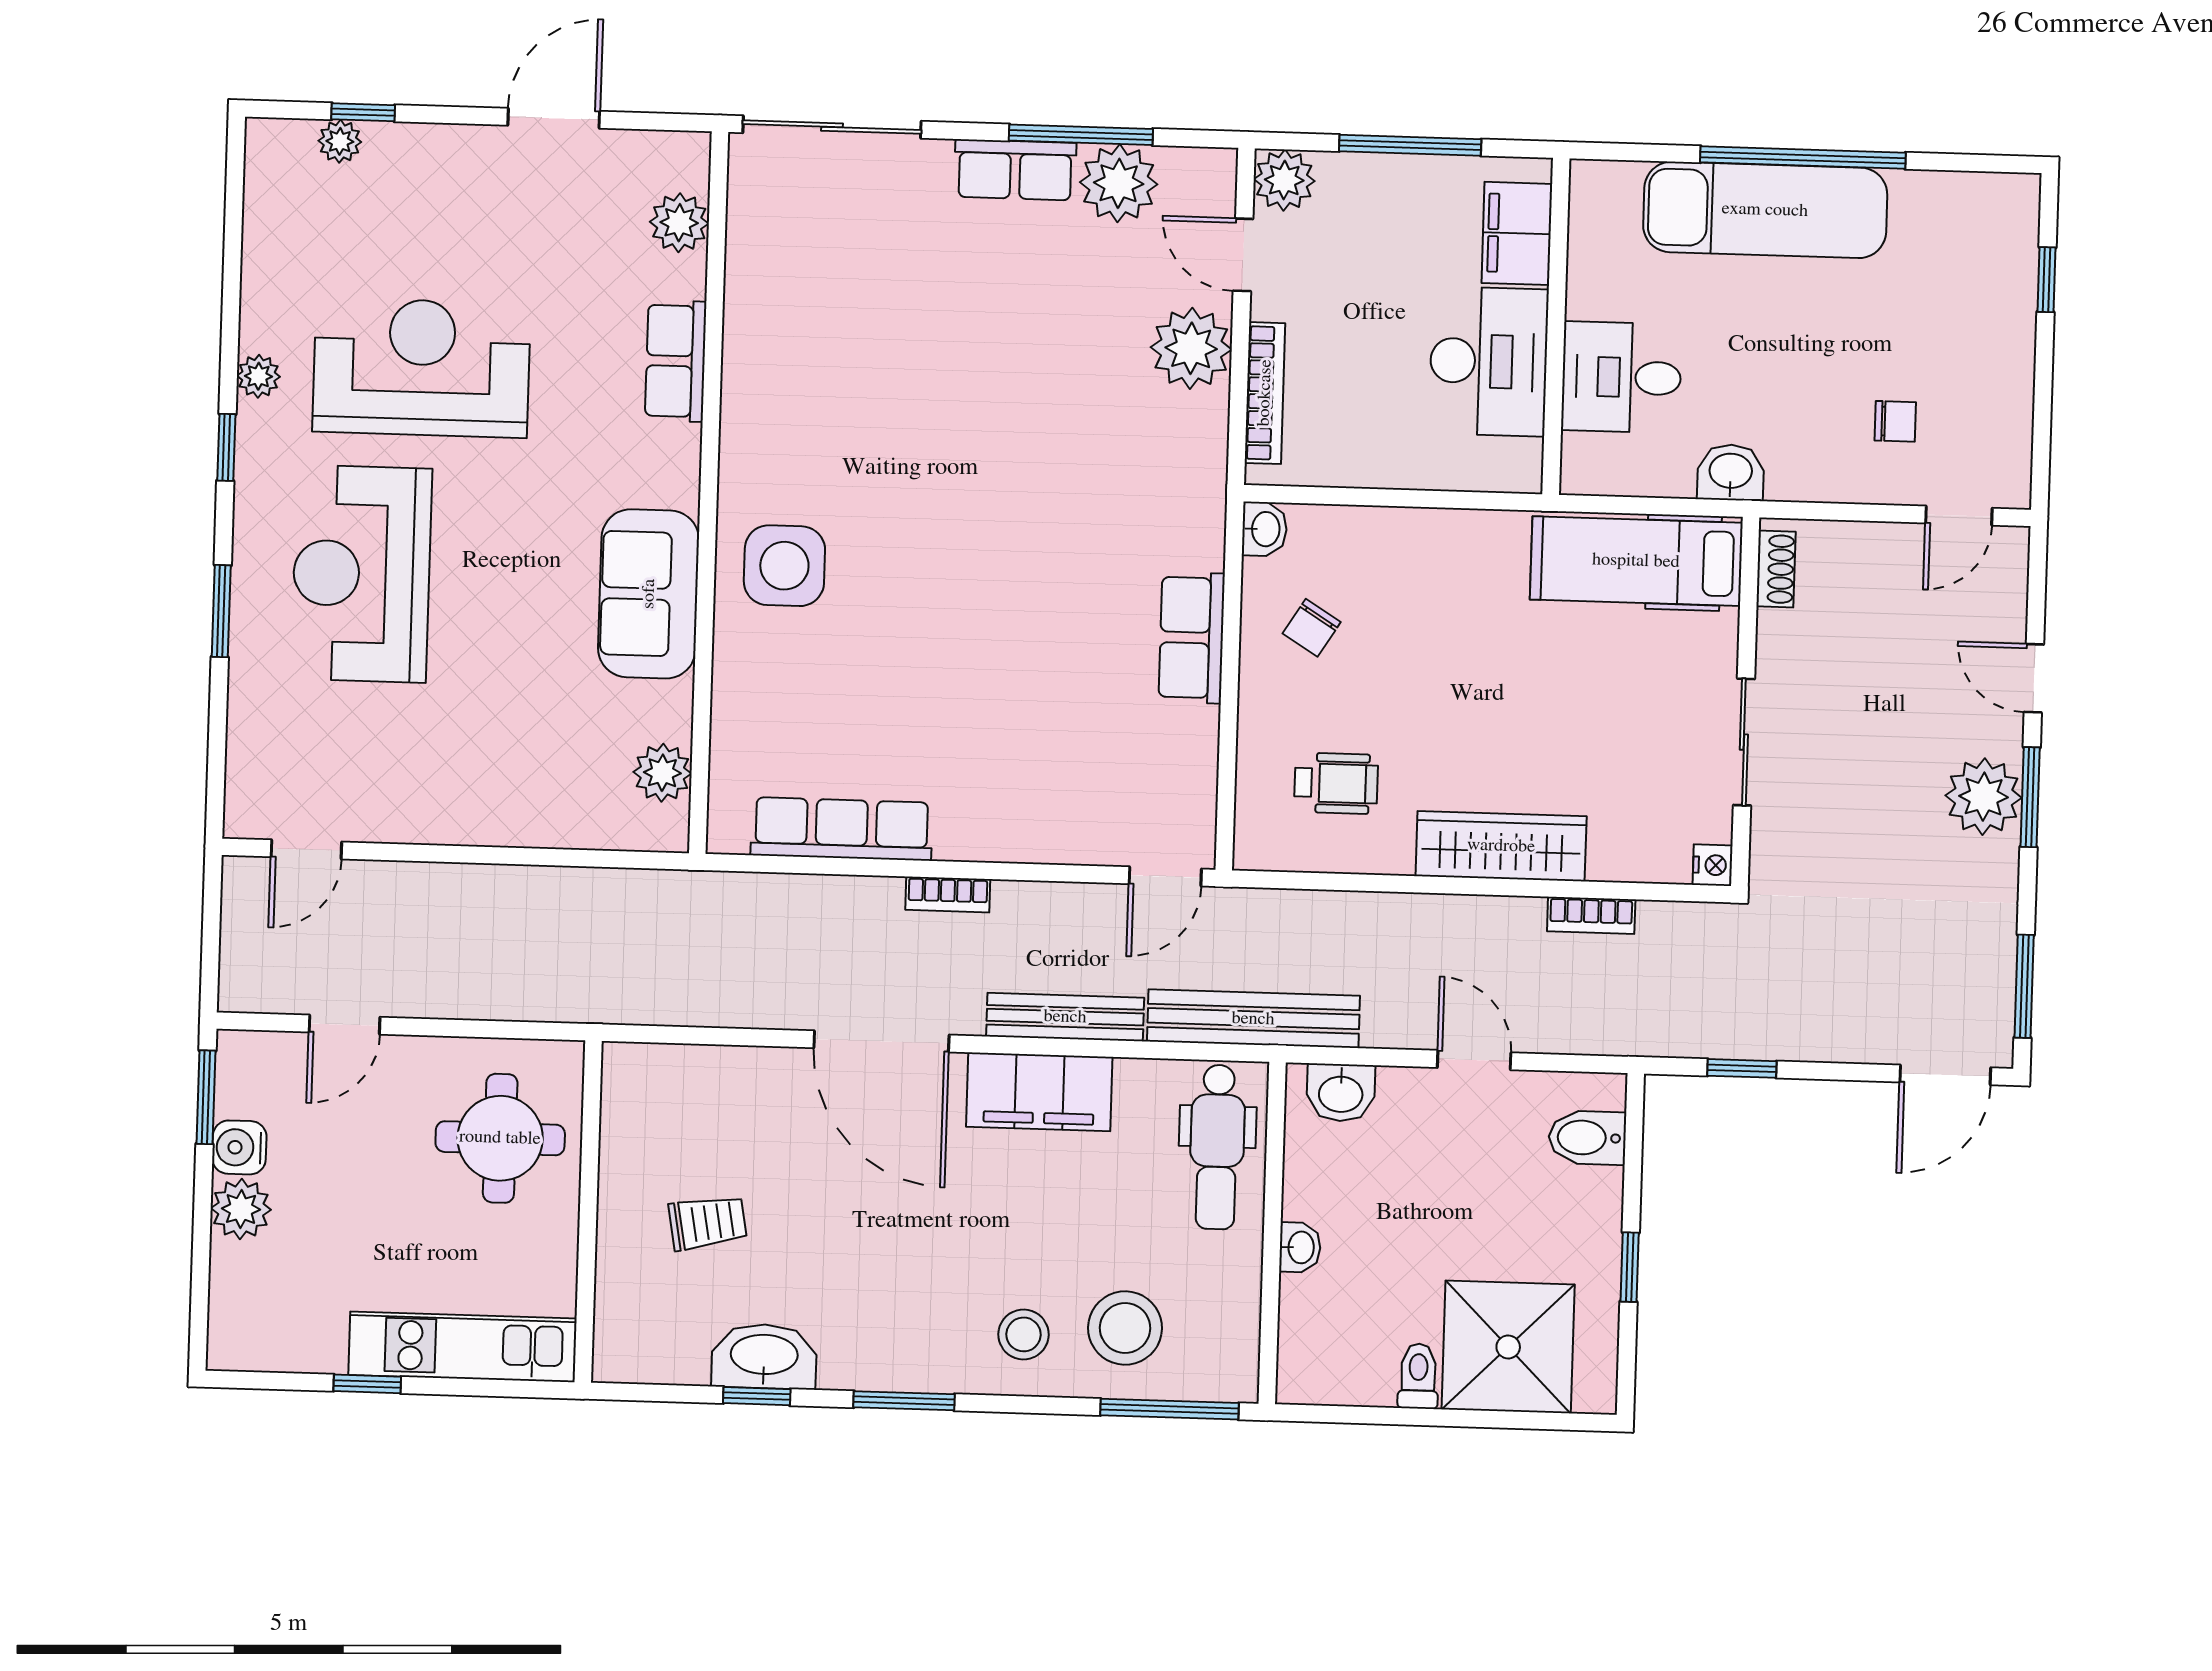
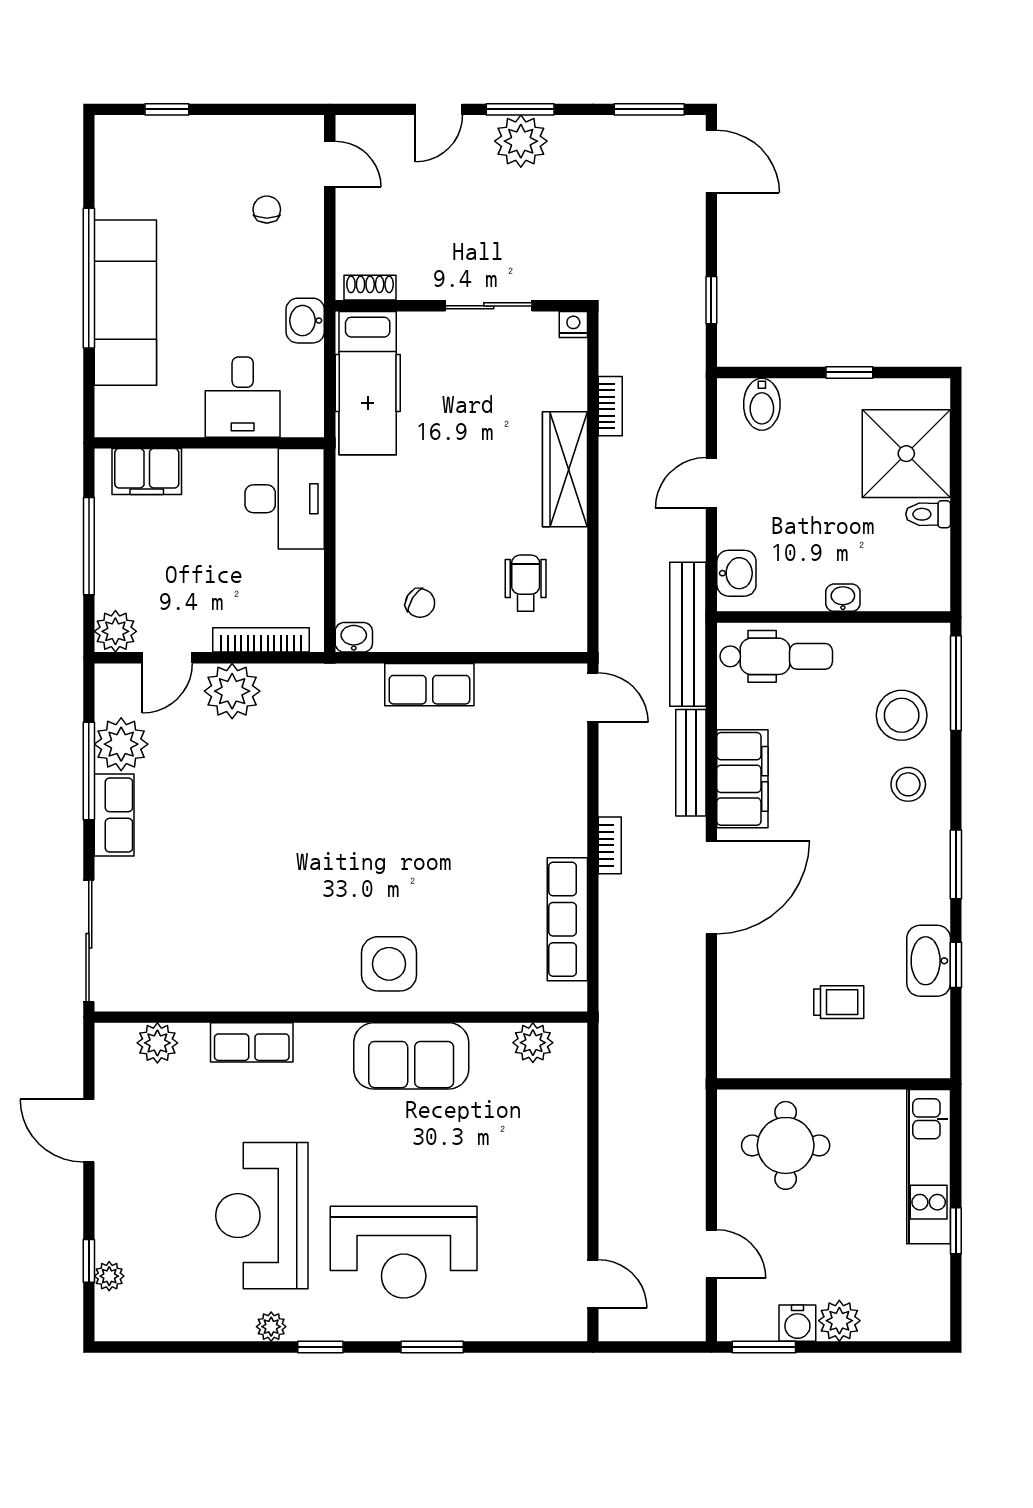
desk: (1489, 361) -> (285, 499), moved, turned 90
trolley: (708, 1223) -> (839, 1002), turned 100

